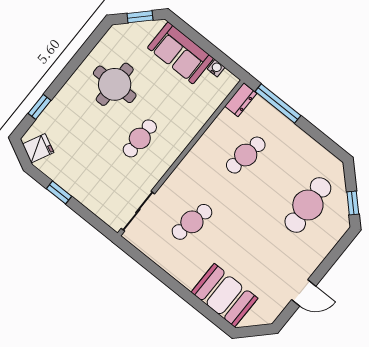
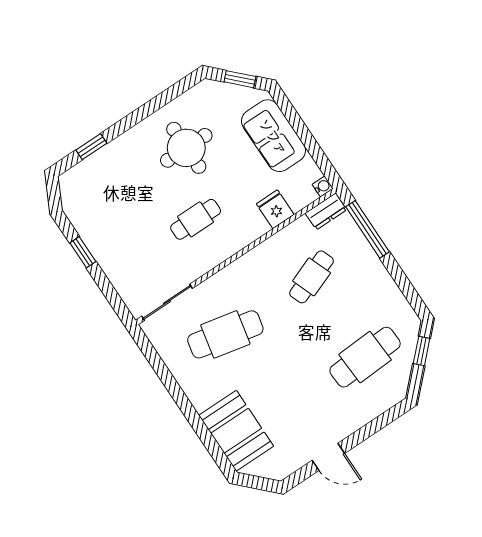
water cooler: (216, 68) -> (323, 186), moved
fridge: (38, 148) -> (275, 209), moved, turned -117
cafe table: (246, 155) -> (312, 277), turned -30
window: (353, 203) -> (422, 351), moved
cafe table: (192, 222) -> (225, 334), width x1.37, depth x1.35

